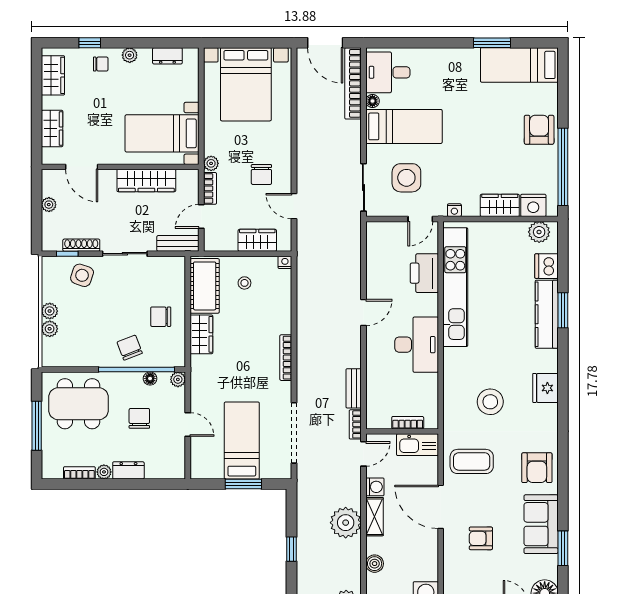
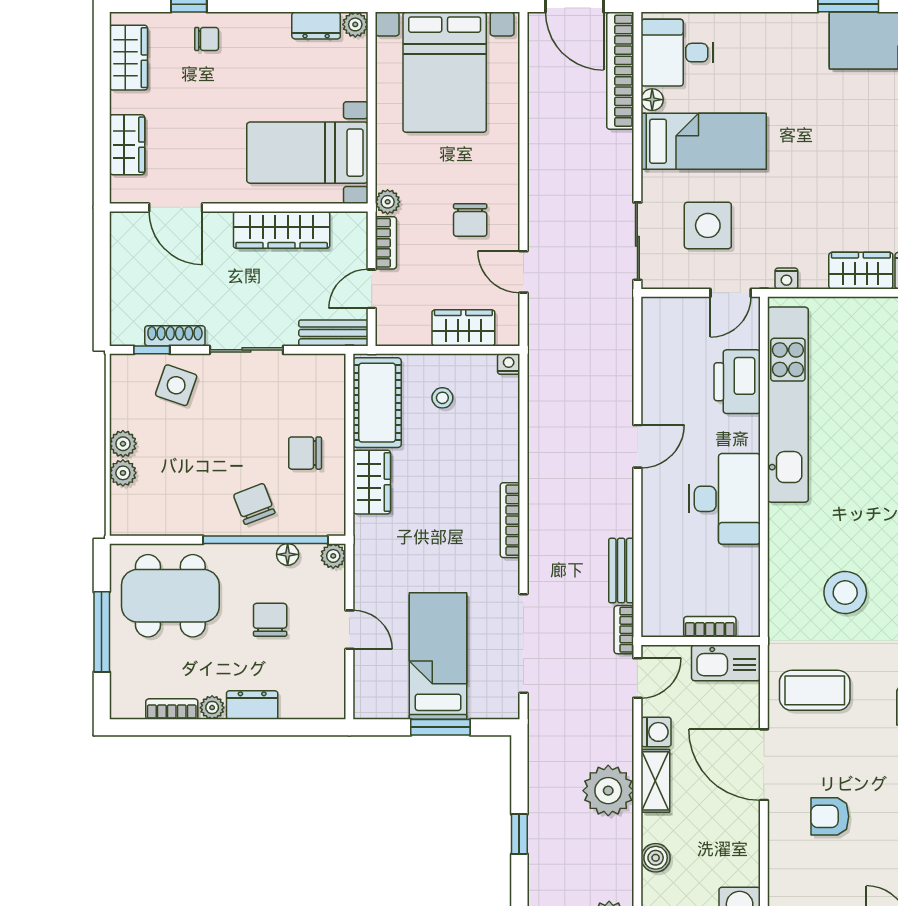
plant: (130, 55) -> (355, 24), moved
plant: (49, 205) -> (122, 269), removed

